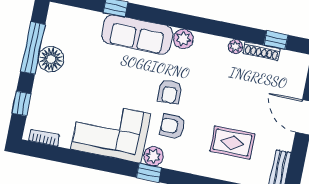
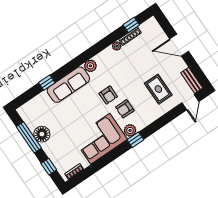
rug: (232, 143) -> (158, 89), turned 90

